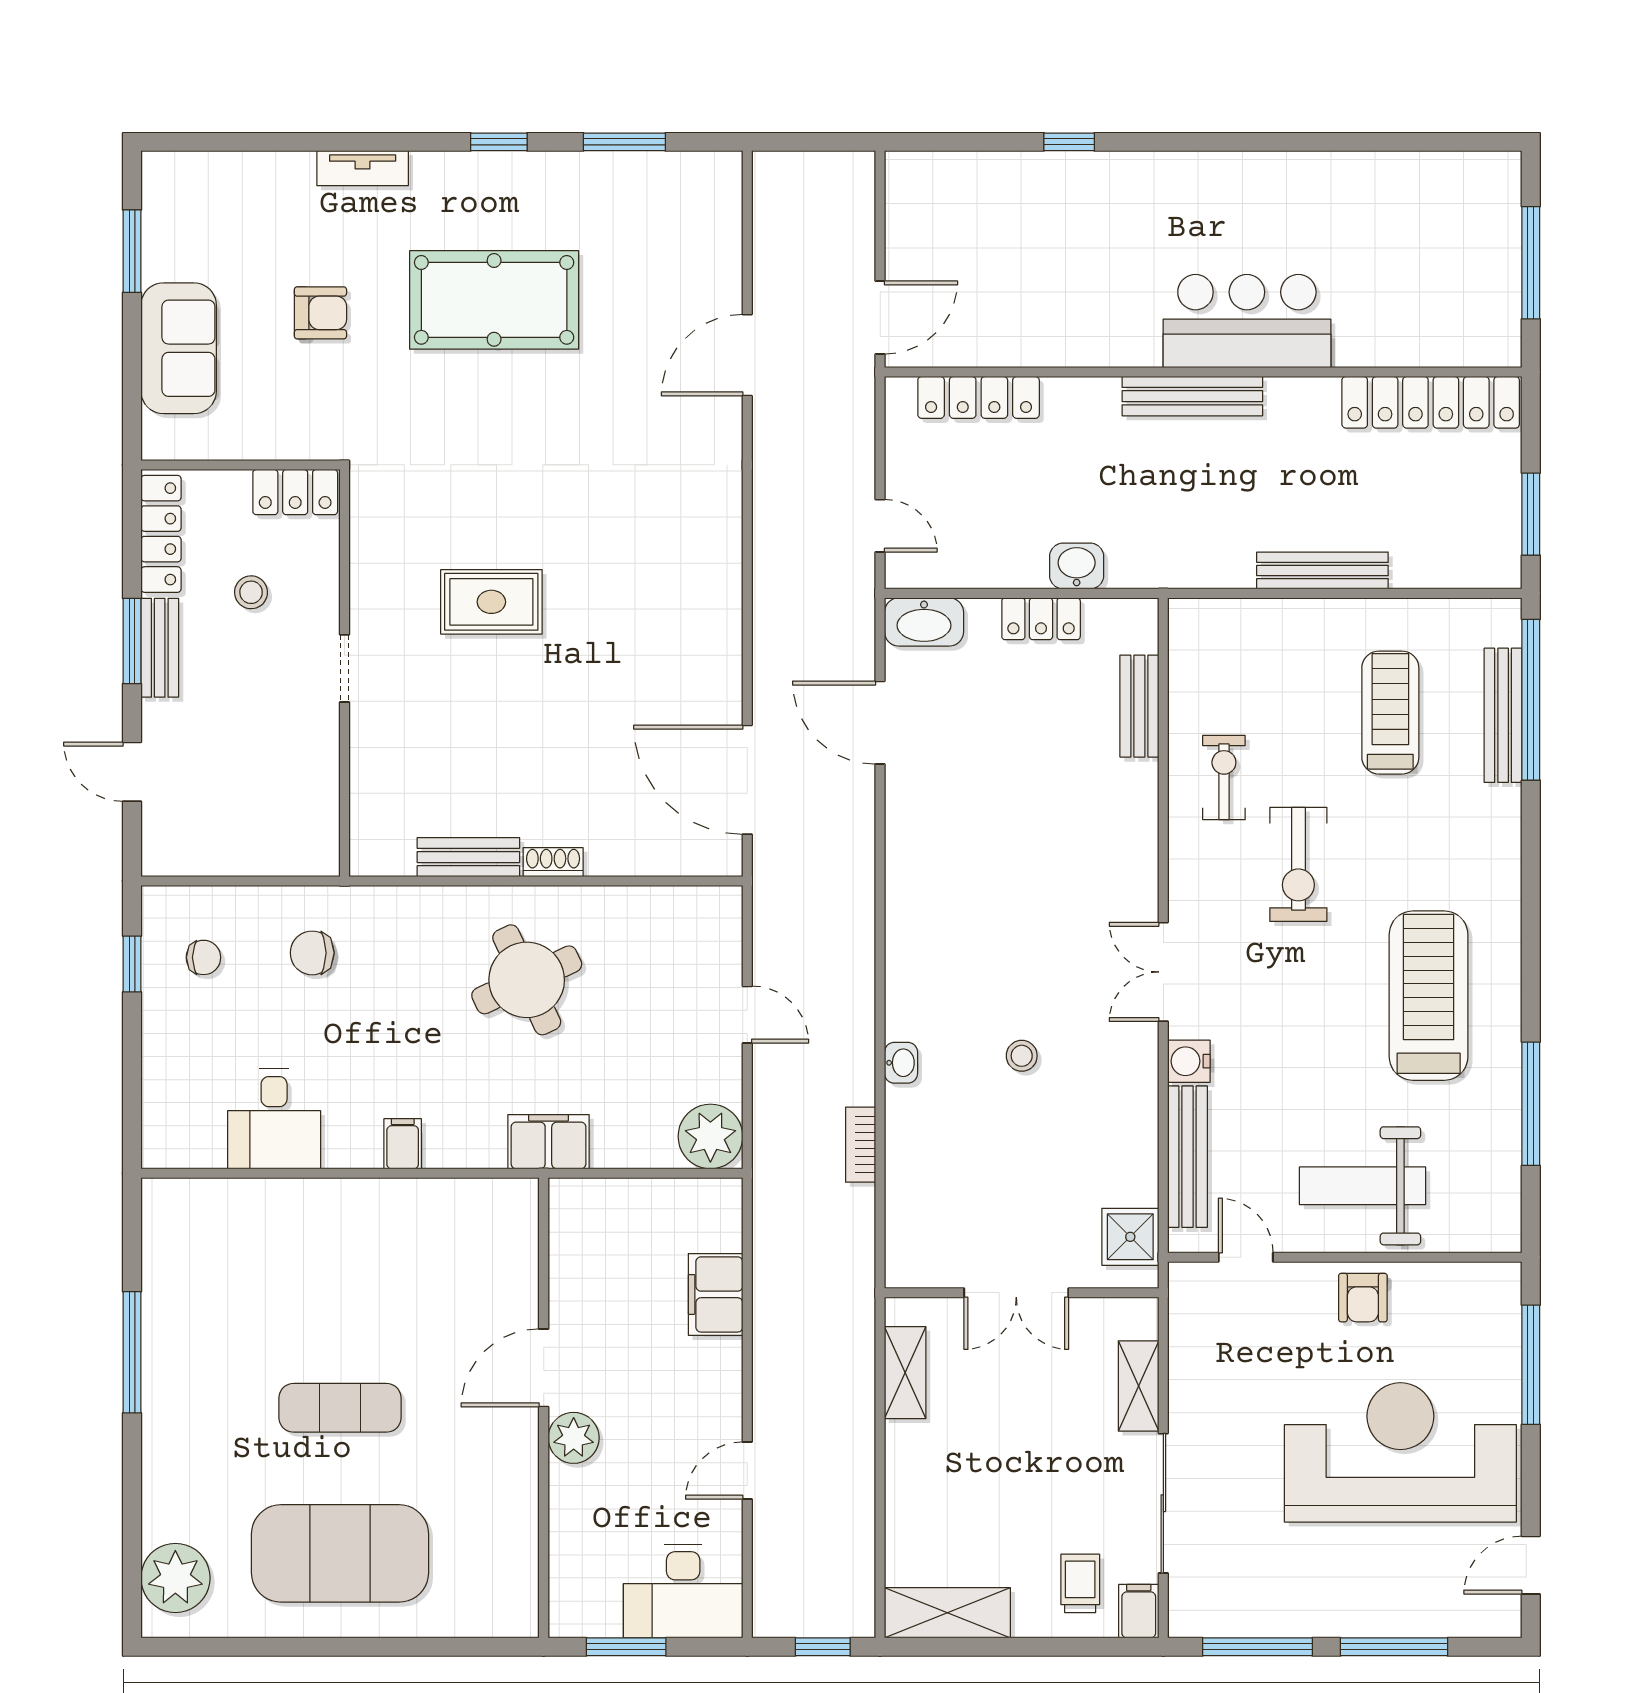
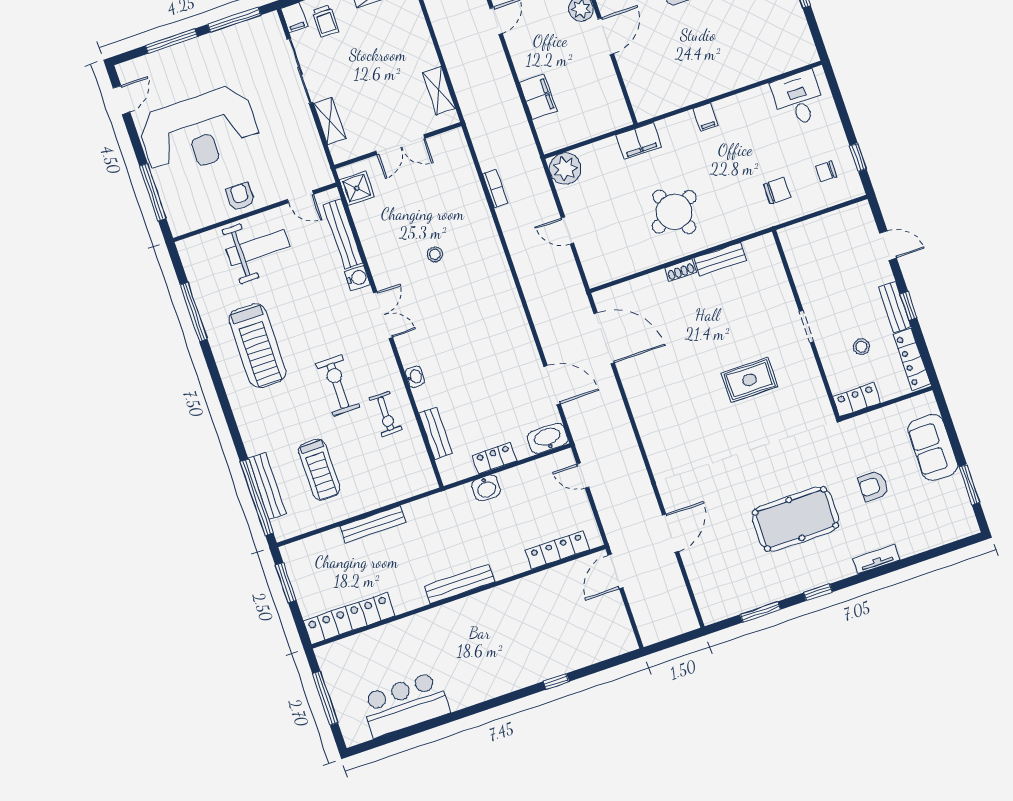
bar counter: (1247, 321) -> (405, 705), moved, turned 180
window: (132, 641) -> (908, 306), width x0.67
washbasin: (901, 1063) -> (415, 377), moved, turned 180
desk: (274, 1119) -> (798, 98), moved
double door: (1016, 1293) -> (400, 145), swing flipped

